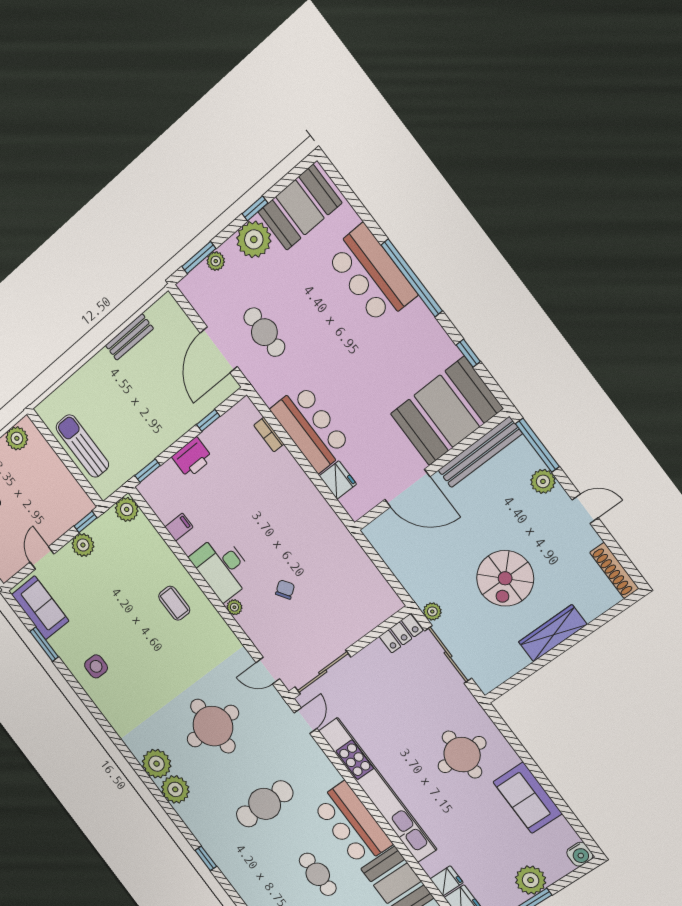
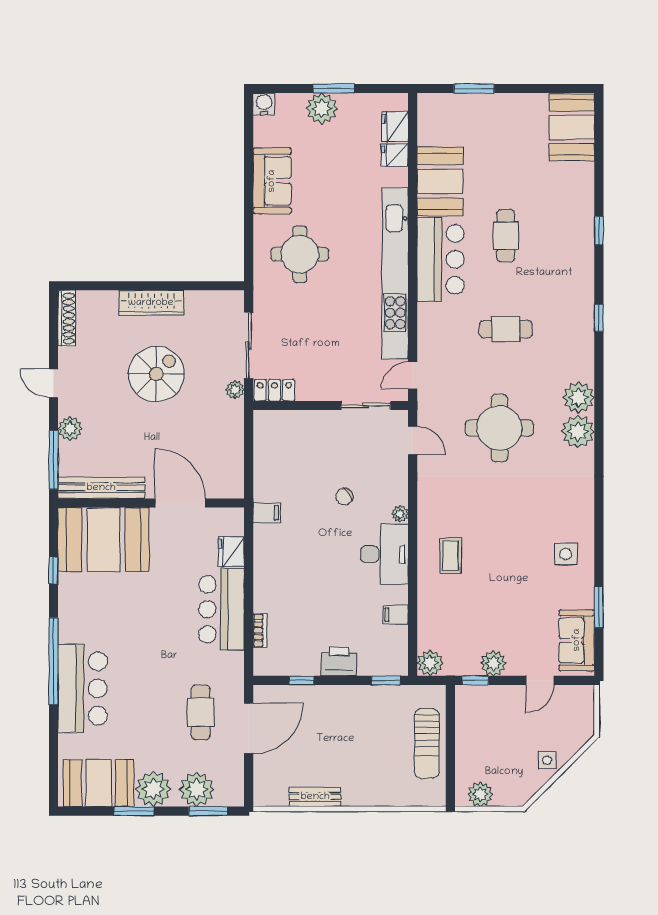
window: (255, 208) -> (134, 811), width x1.50
plant: (216, 261) -> (197, 789), width x1.88, depth x1.88
filing cabinet: (334, 532) -> (267, 513), added
sliding door: (323, 672) -> (366, 406), width x0.73
cafe table: (265, 804) -> (506, 329), width x0.73, depth x0.74

